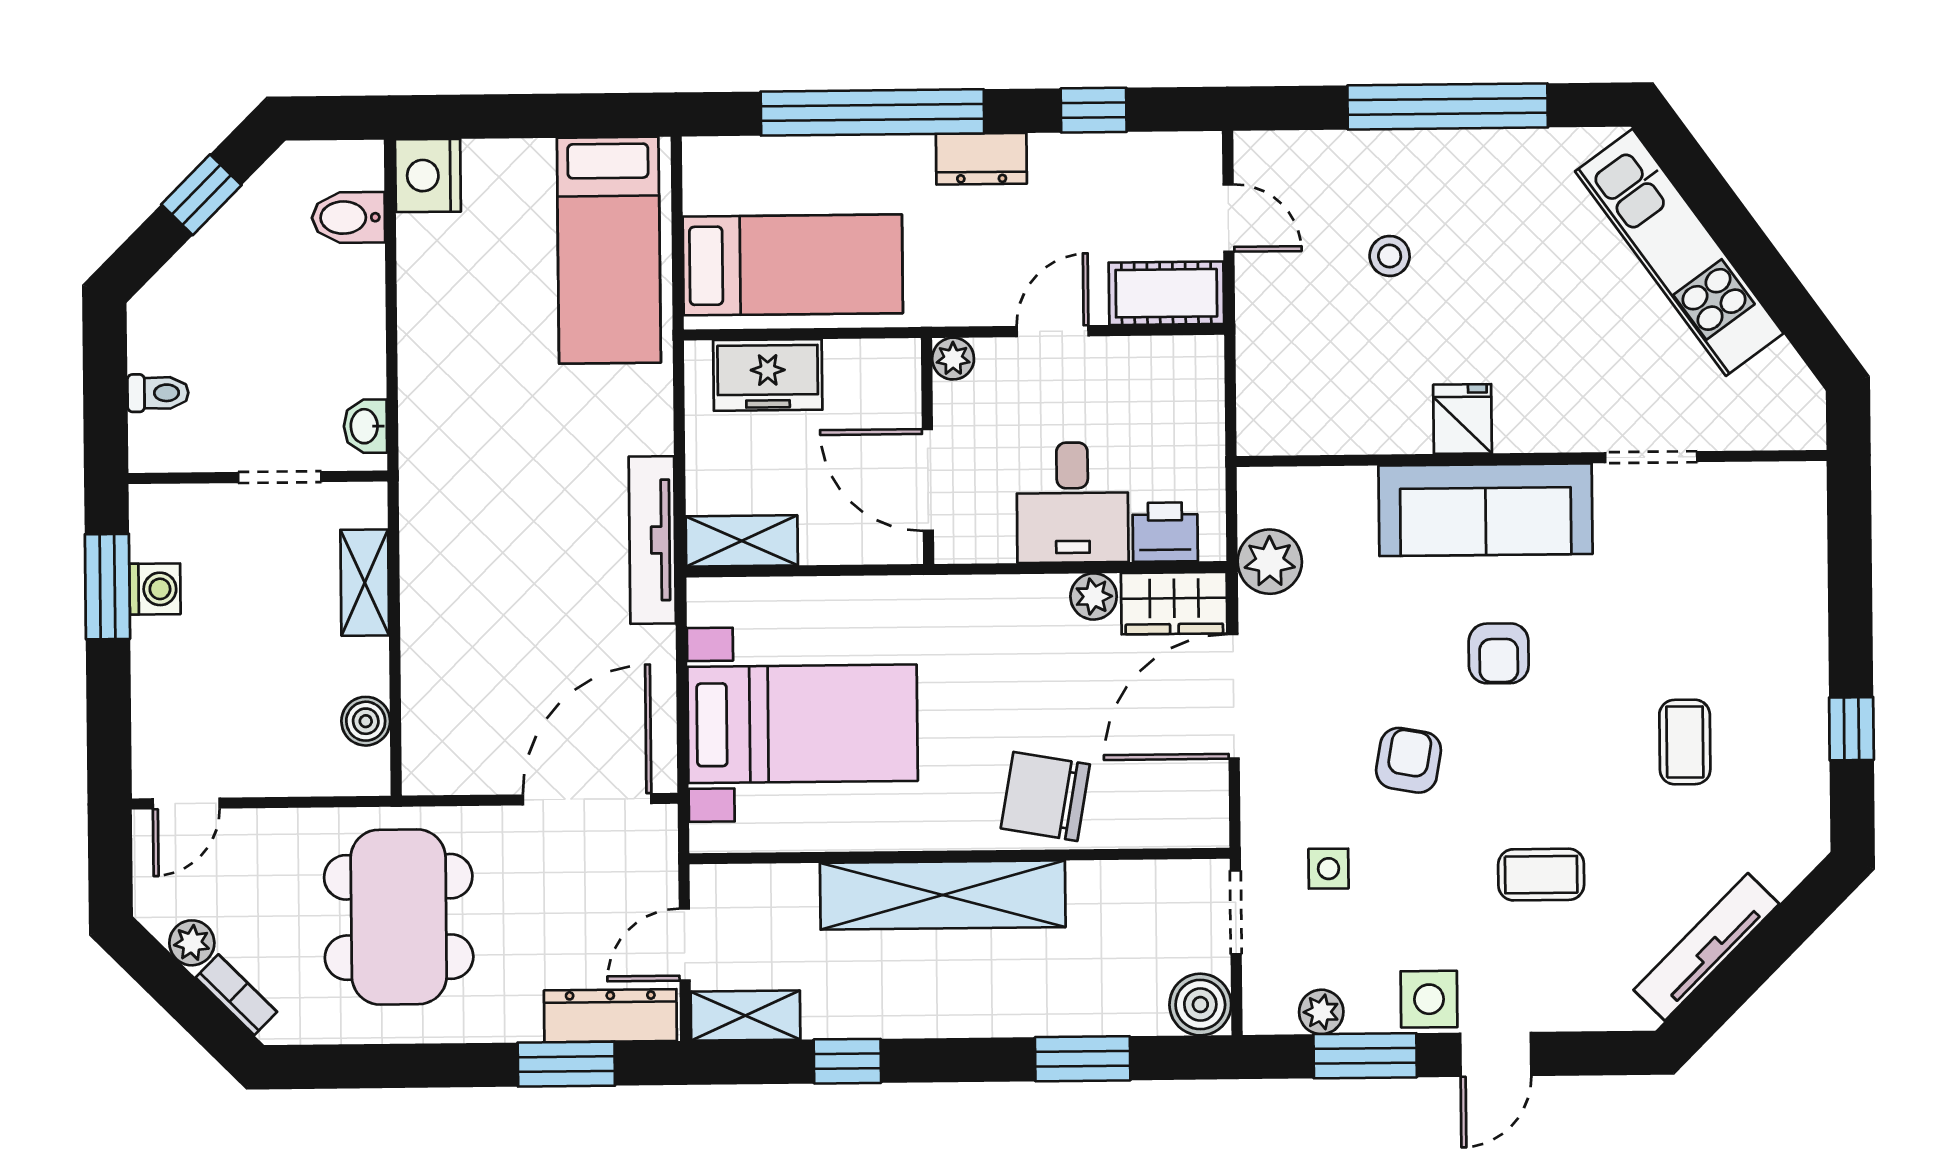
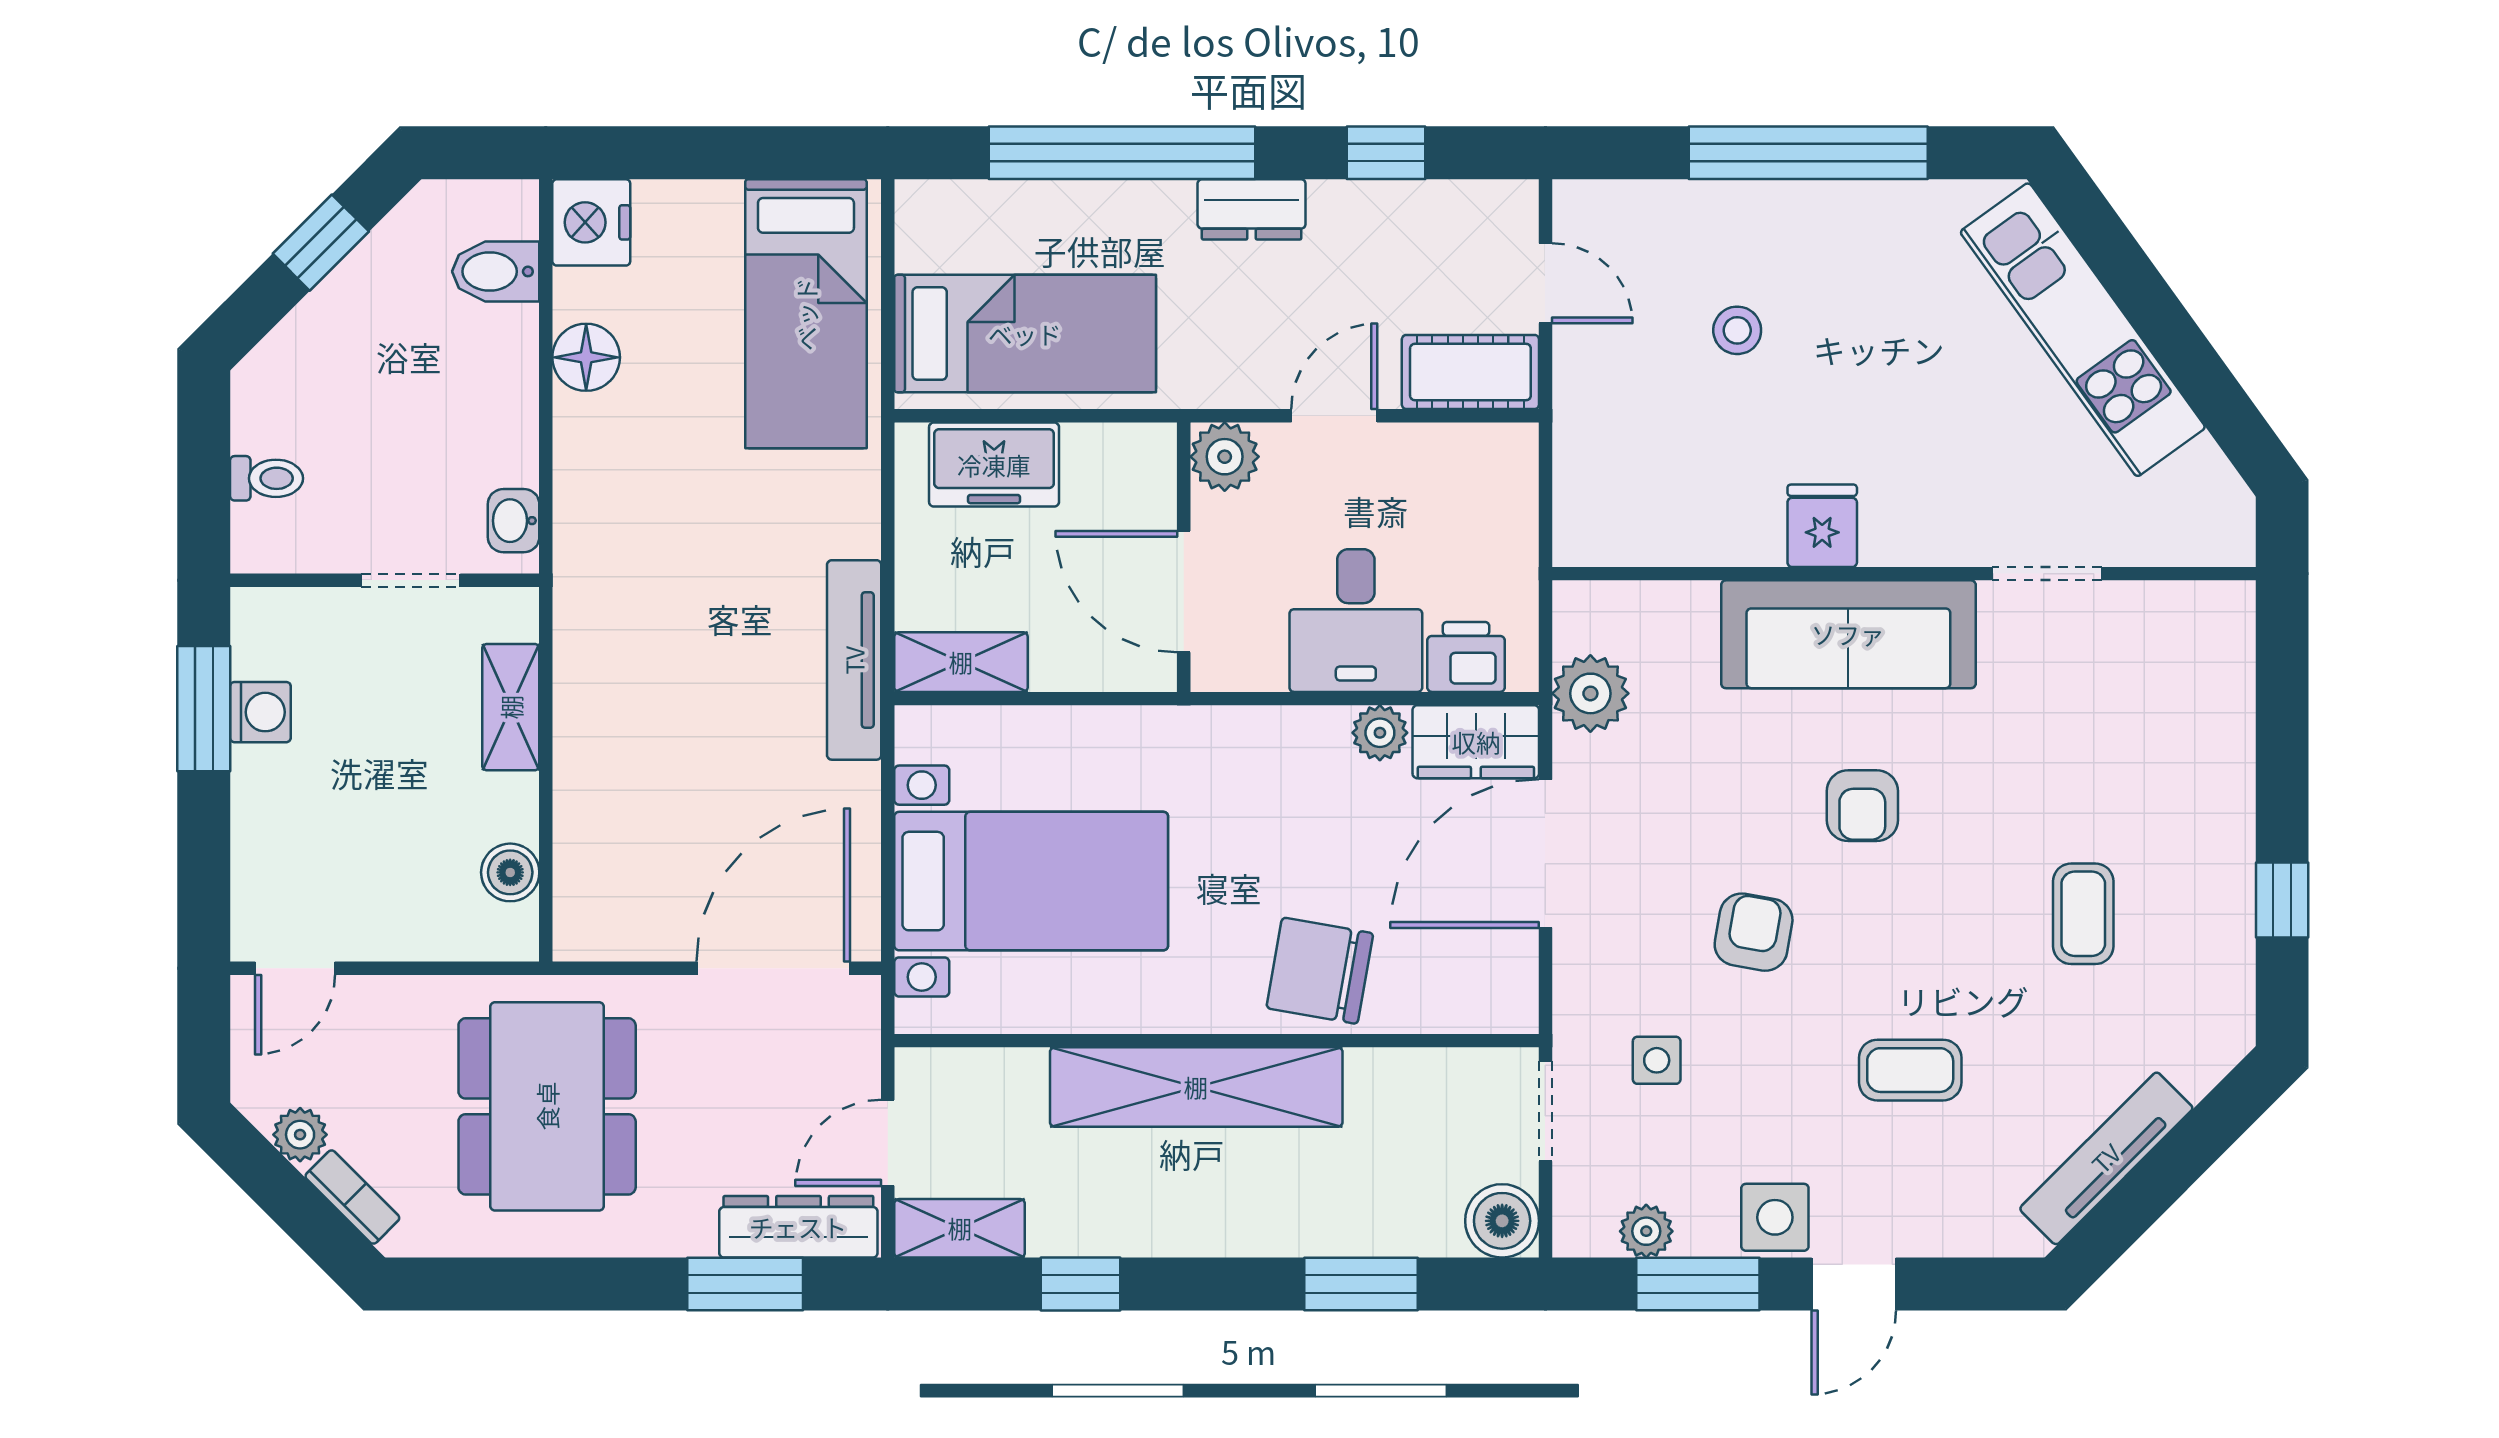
floor lamp: (425, 289) -> (586, 357), added
plant: (953, 359) -> (1225, 457), width x1.38, depth x1.38

